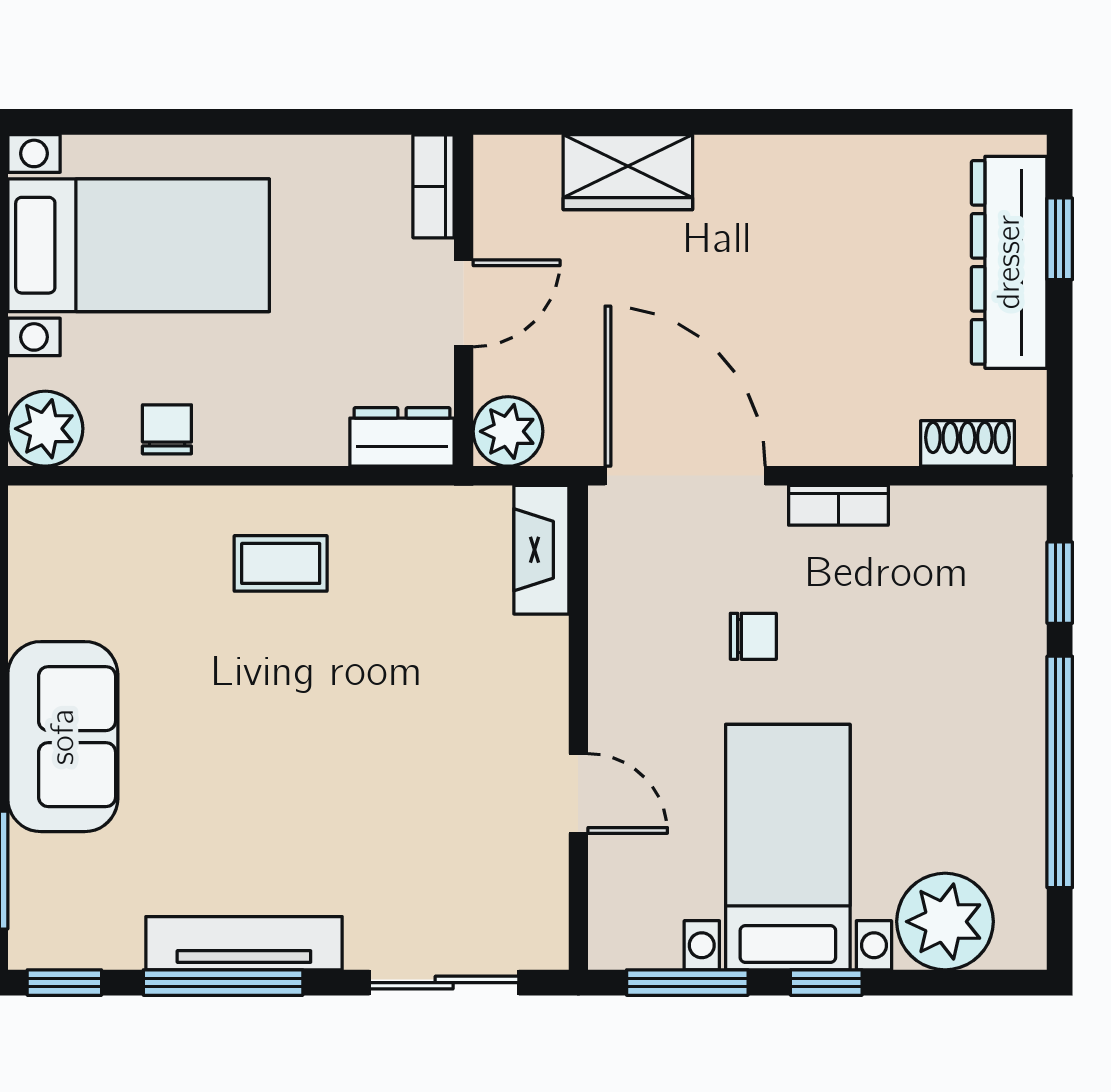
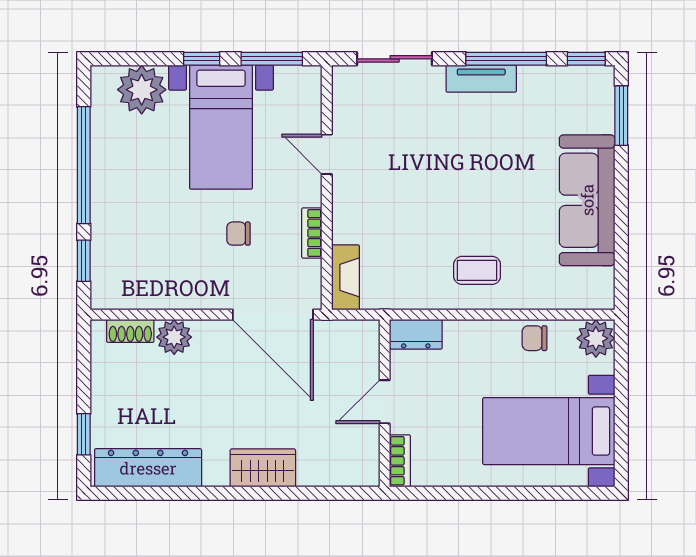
wardrobe: (628, 172) -> (263, 468), moved
dresser: (1009, 262) -> (148, 468), moved, turned -90
chair: (167, 429) -> (534, 338), turned 90
plant: (508, 431) -> (174, 337), moved
bookcase: (838, 505) -> (312, 233), moved, turned -90
sofa: (63, 737) -> (587, 200), width x1.36
tv unit: (244, 943) -> (481, 79), width x0.71

